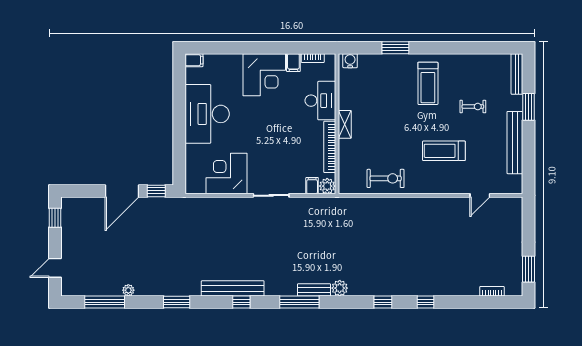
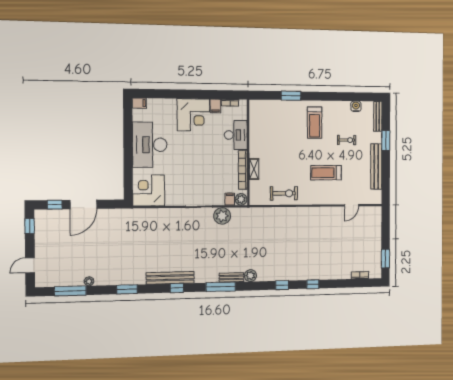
water cooler: (350, 61) -> (356, 106), moved
shelving: (345, 124) -> (254, 169), moved
corner desk: (227, 173) -> (149, 190), moved
window: (156, 191) -> (55, 205), moved
plant: (302, 208) -> (222, 216), added

